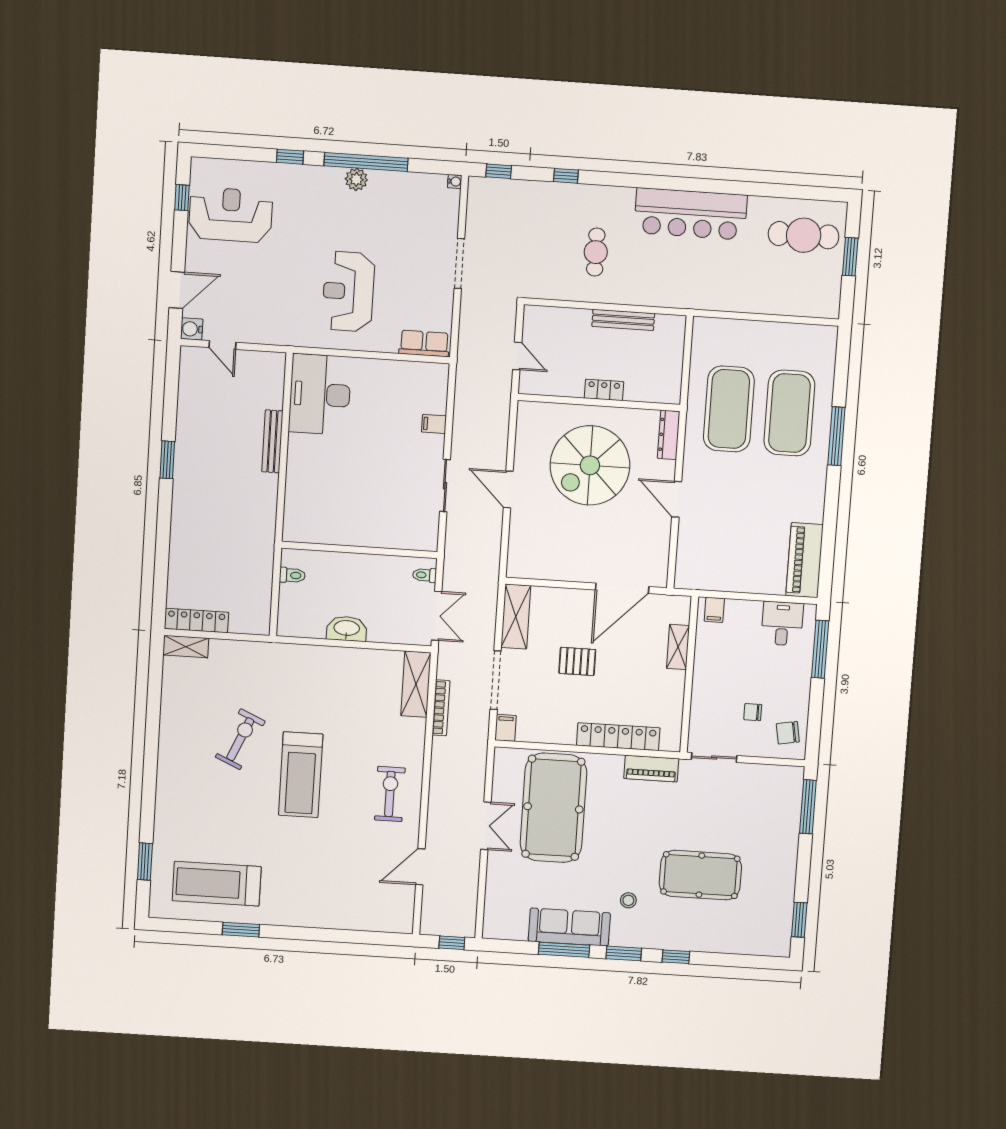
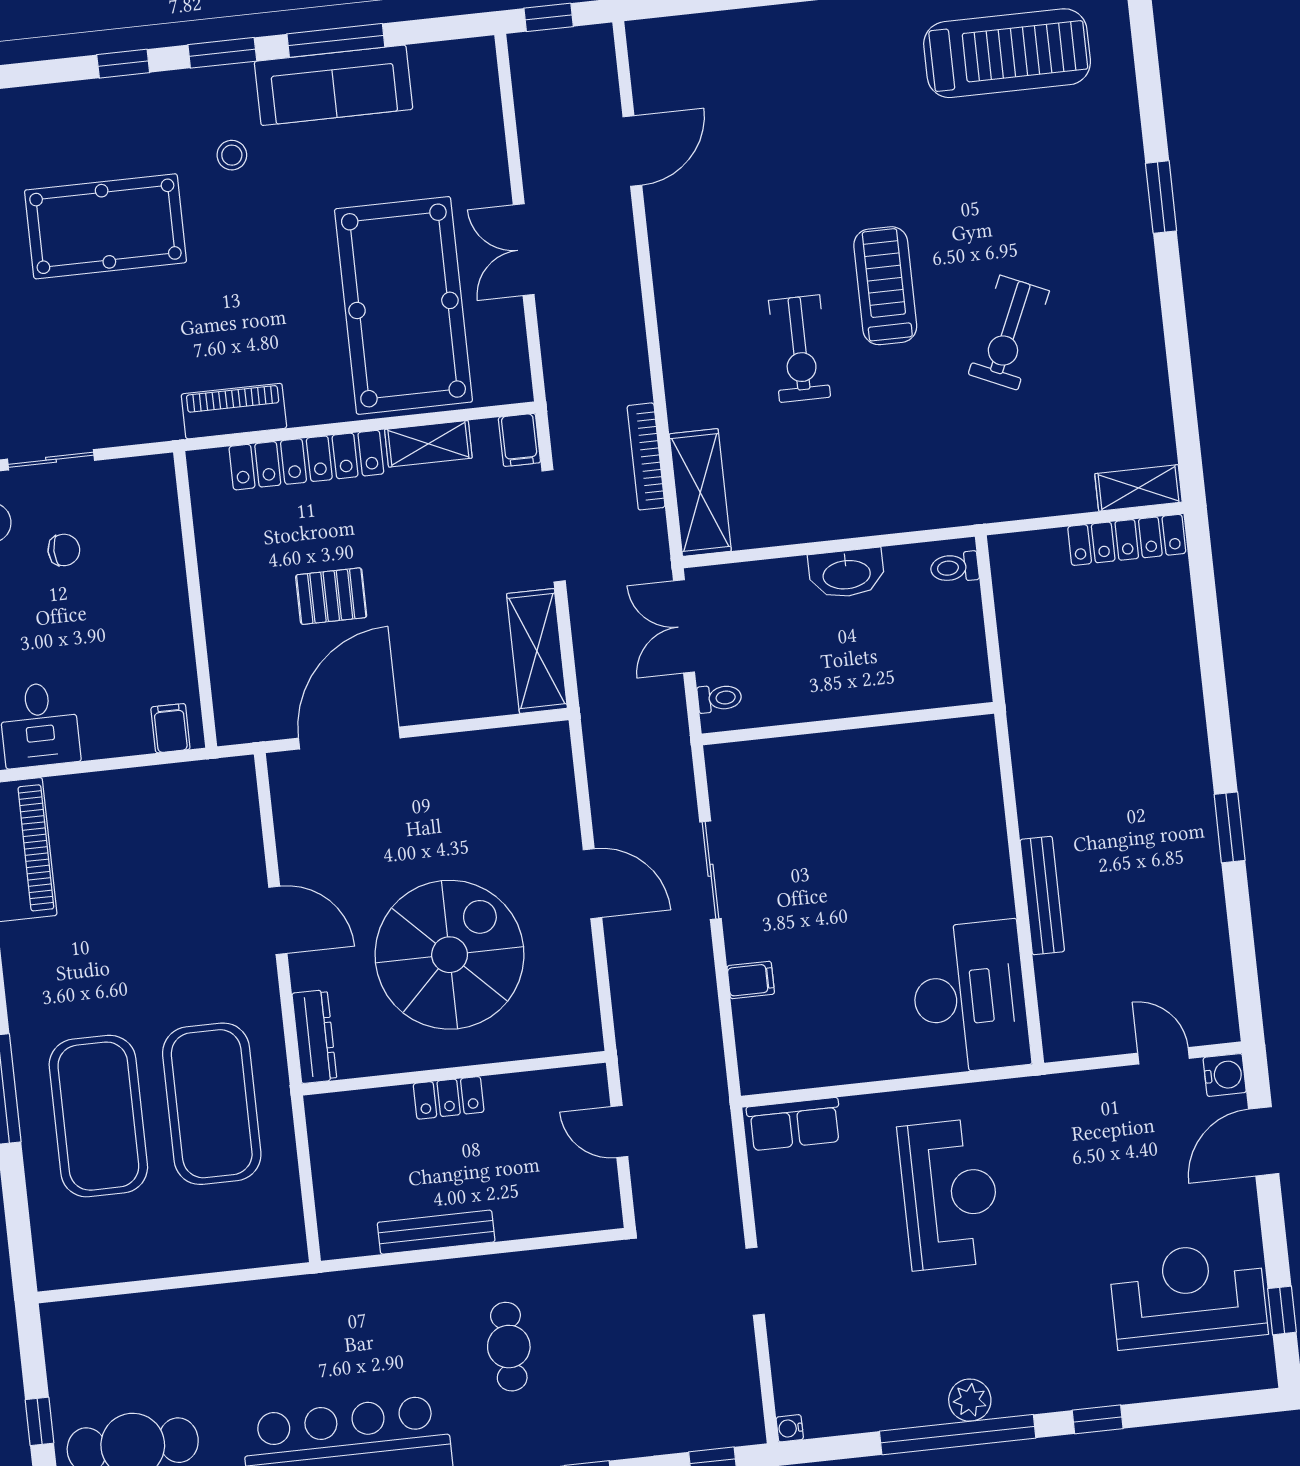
reception desk: (231, 215) -> (1188, 1295), turned 180
window: (850, 257) -> (40, 1421), width x0.67
doorway: (459, 263) -> (755, 1281), width x0.73
toilet: (292, 575) -> (955, 567), moved
shelving: (678, 647) -> (428, 444), moved, turned 90
pallet: (577, 661) -> (331, 596), moved
sliding door: (714, 758) -> (51, 460), moved
treadmill: (301, 775) -> (885, 286), width x0.73, depth x0.73
exercise bike: (390, 794) -> (800, 349), moved
window: (145, 862) -> (1161, 197), moved

